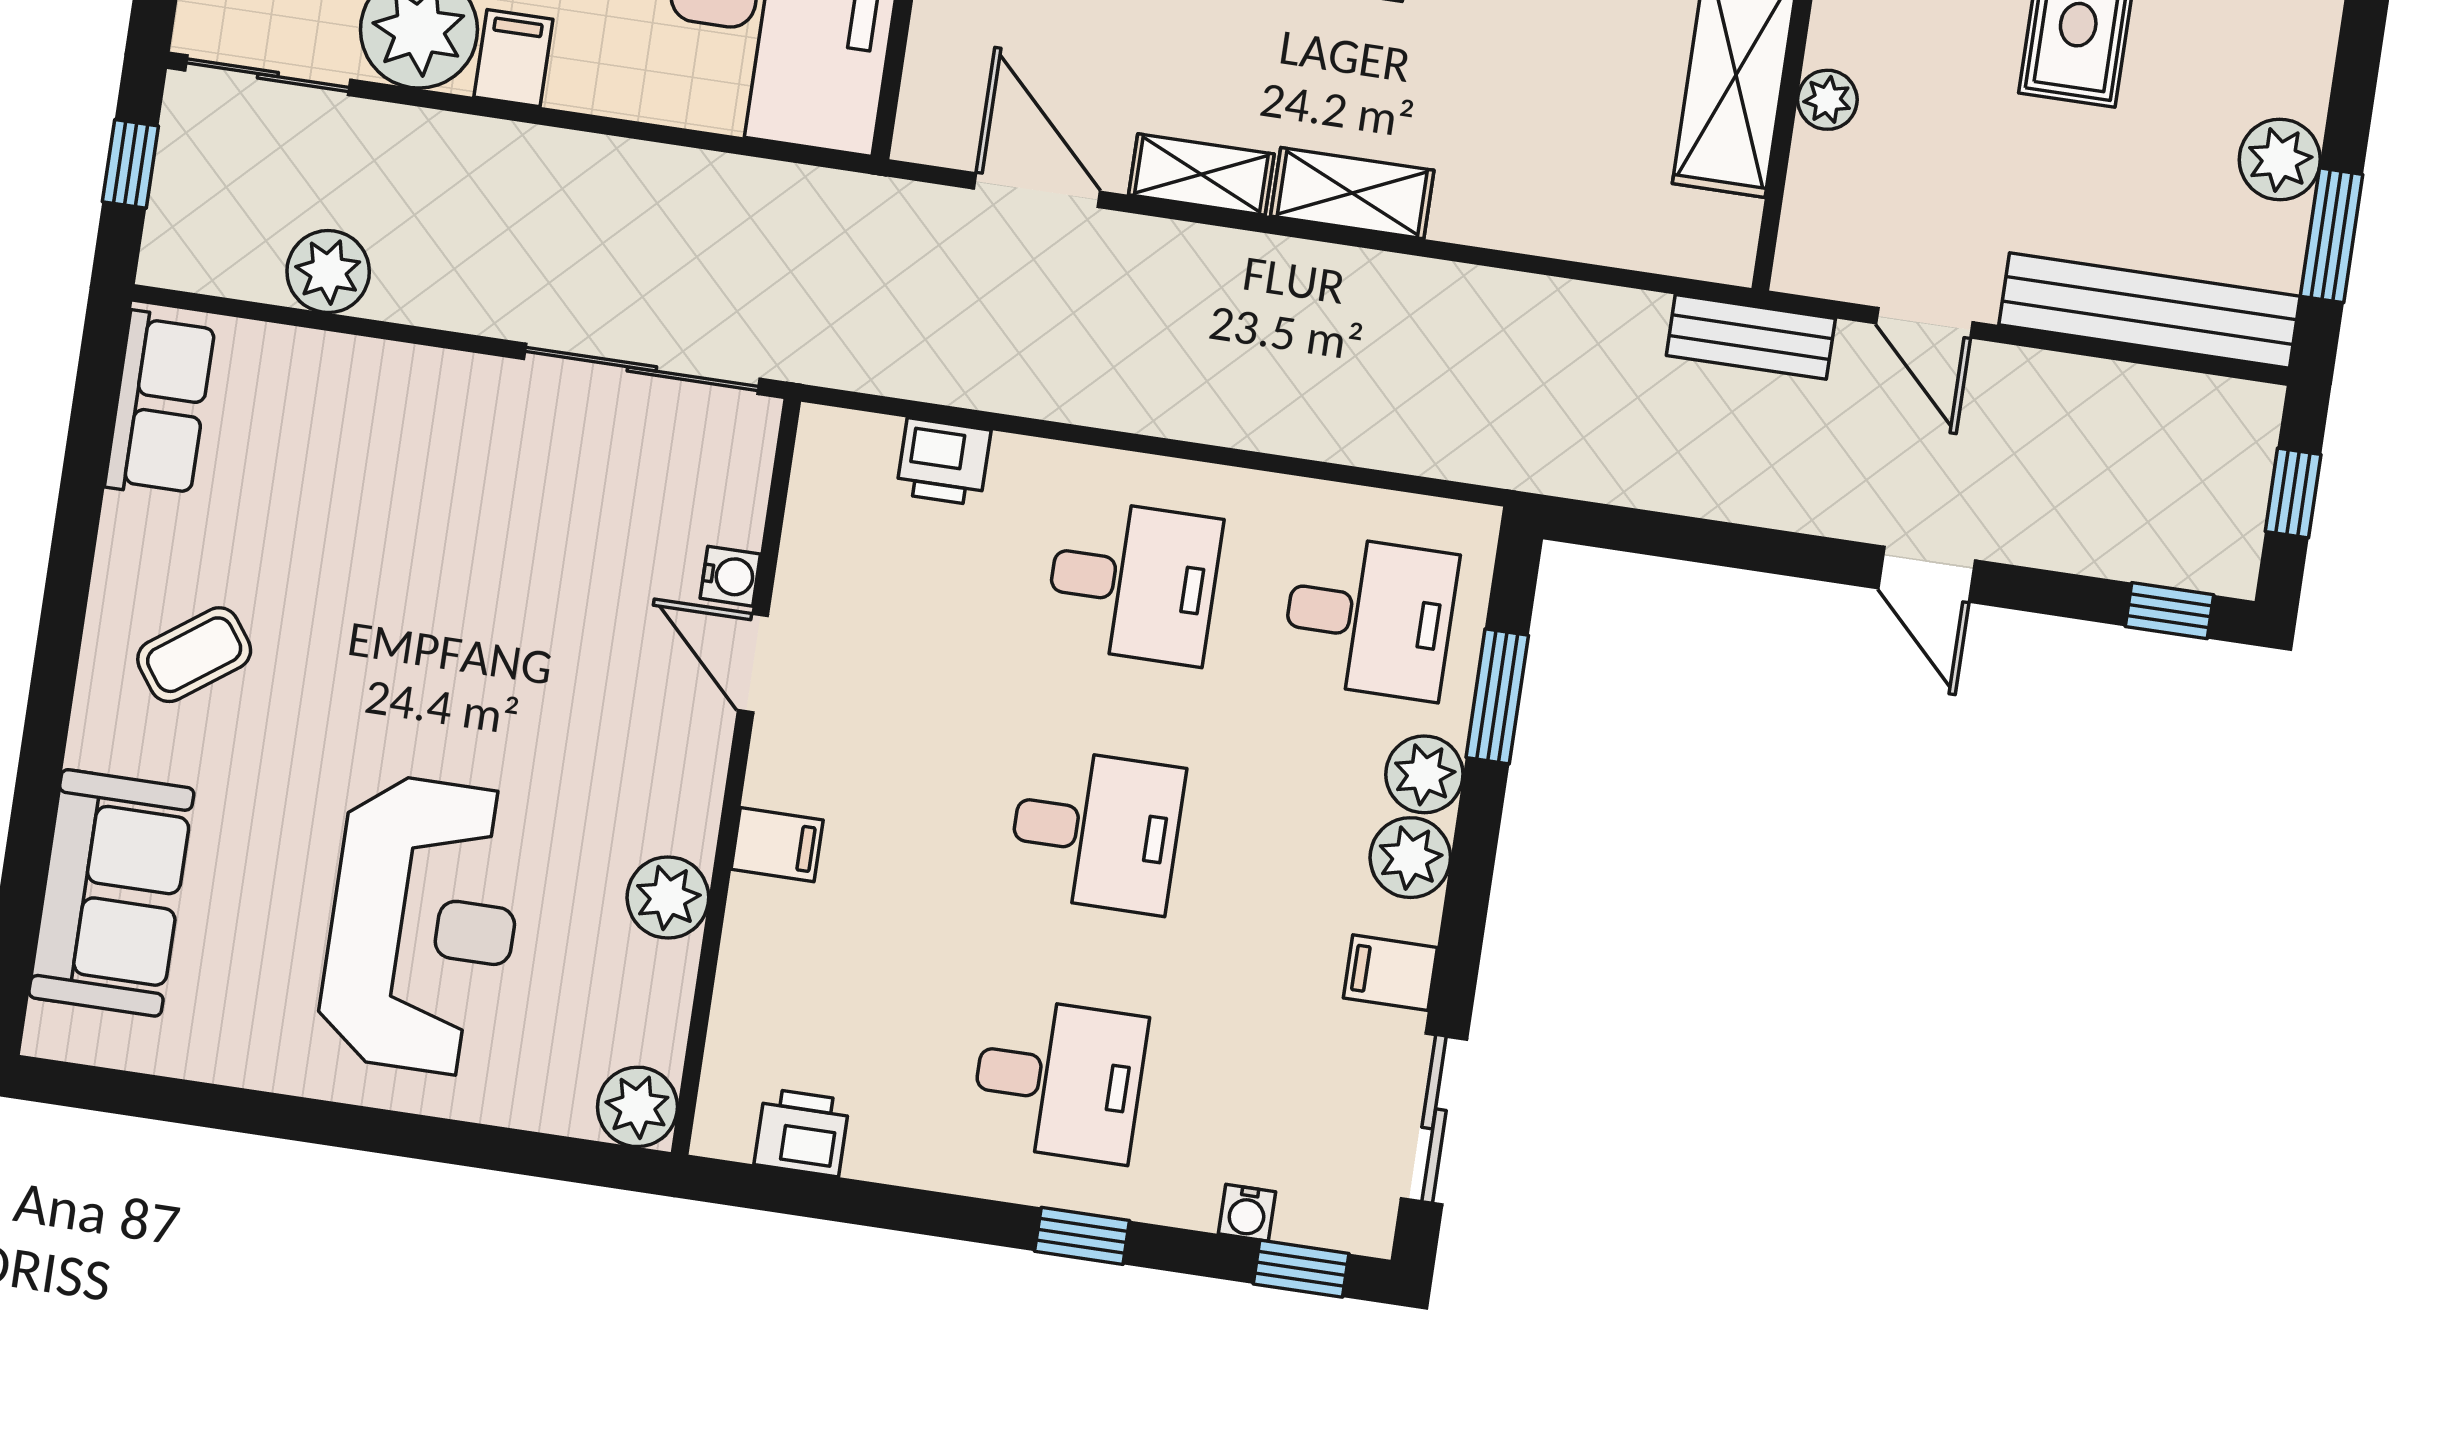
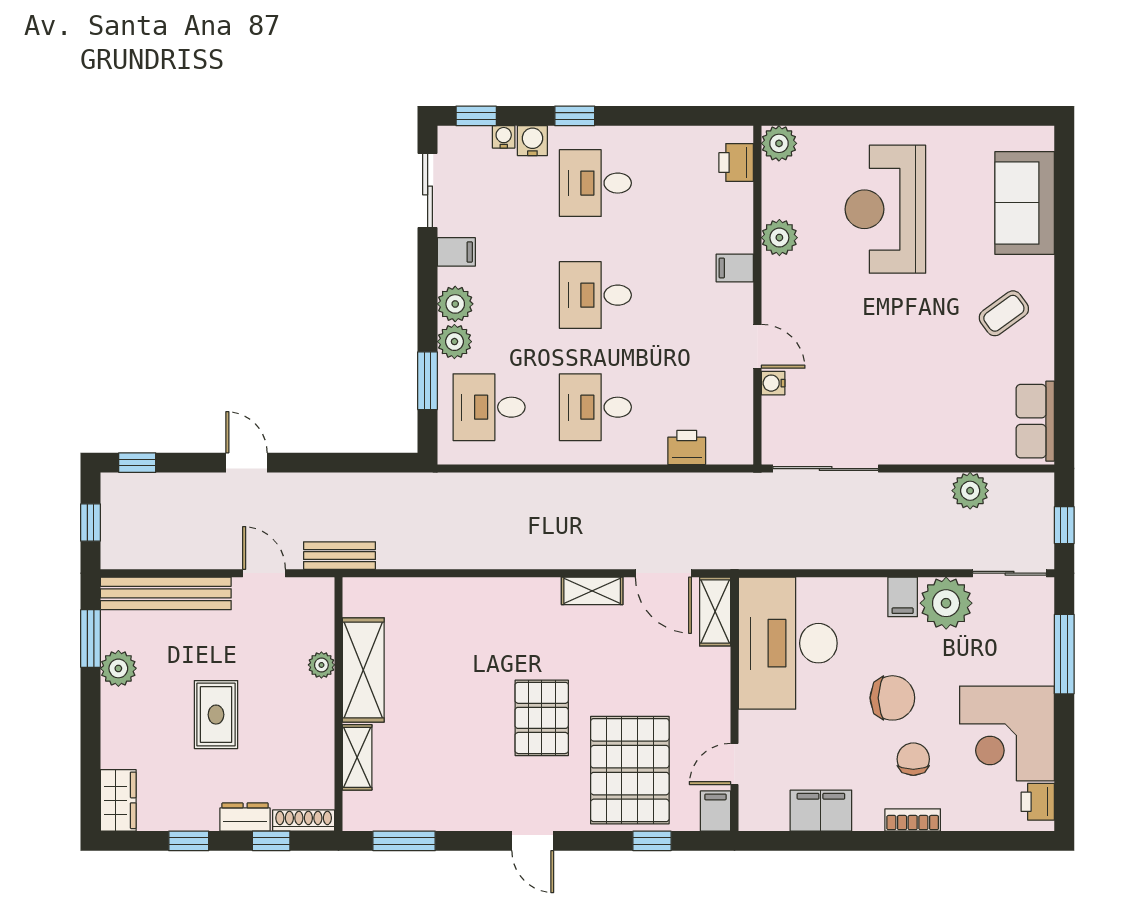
shelving: (1352, 193) -> (715, 612), moved, turned 90
printer: (802, 1133) -> (736, 163), moved, turned 90
water cooler: (1184, 1195) -> (532, 141), added

